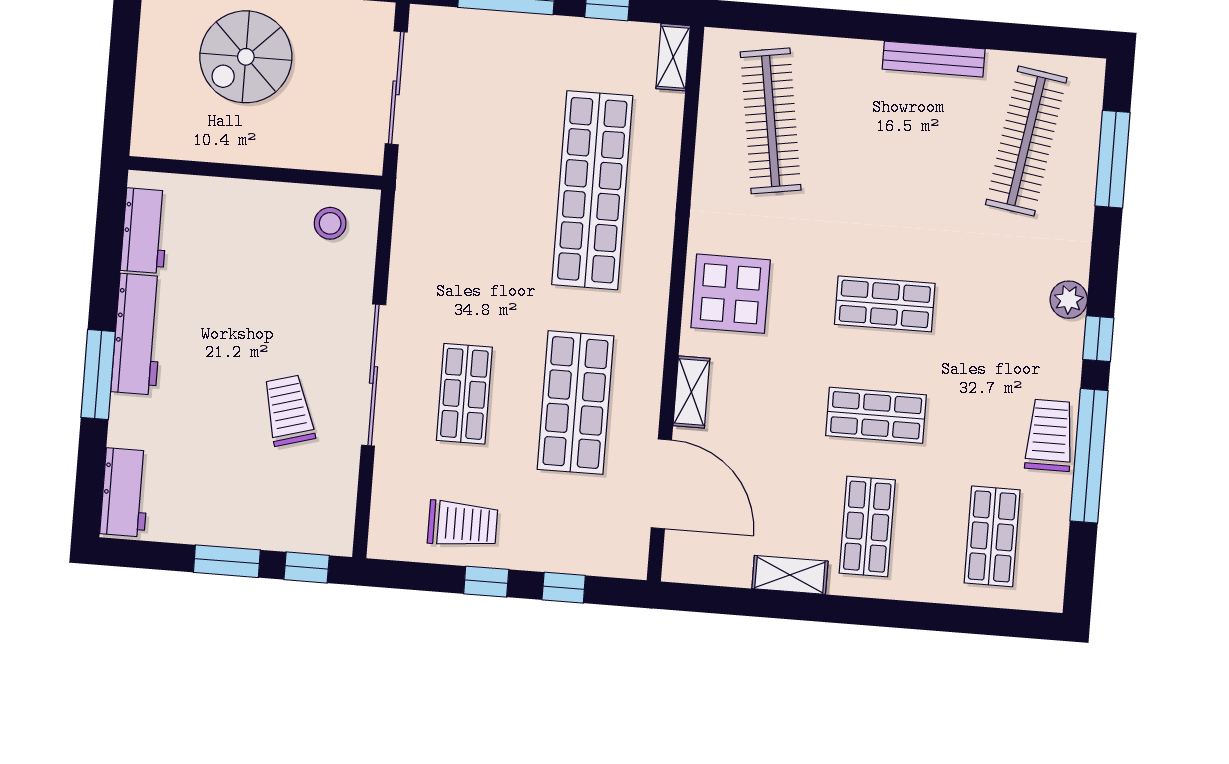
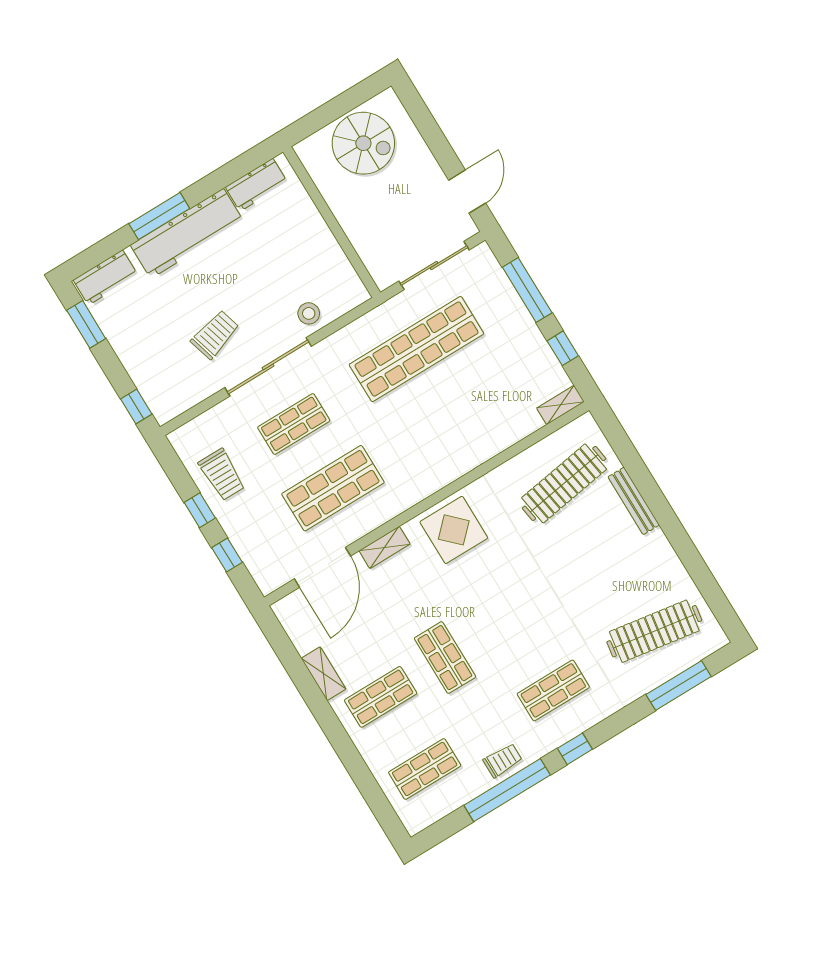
spiral stairs: (246, 57) -> (363, 143), moved, turned 180
bench: (934, 59) -> (634, 501), moved
shop shelf: (592, 190) -> (416, 349), moved
stool: (330, 223) -> (309, 313), moved
plant: (1069, 300) -> (584, 717), removed
shop shelf: (885, 304) -> (553, 690), moved, turned 90
workbench: (138, 334) -> (187, 233), width x1.36, depth x1.32
trolley: (1050, 435) -> (503, 760), width x0.73, depth x0.72
window: (227, 561) -> (86, 324), moved

